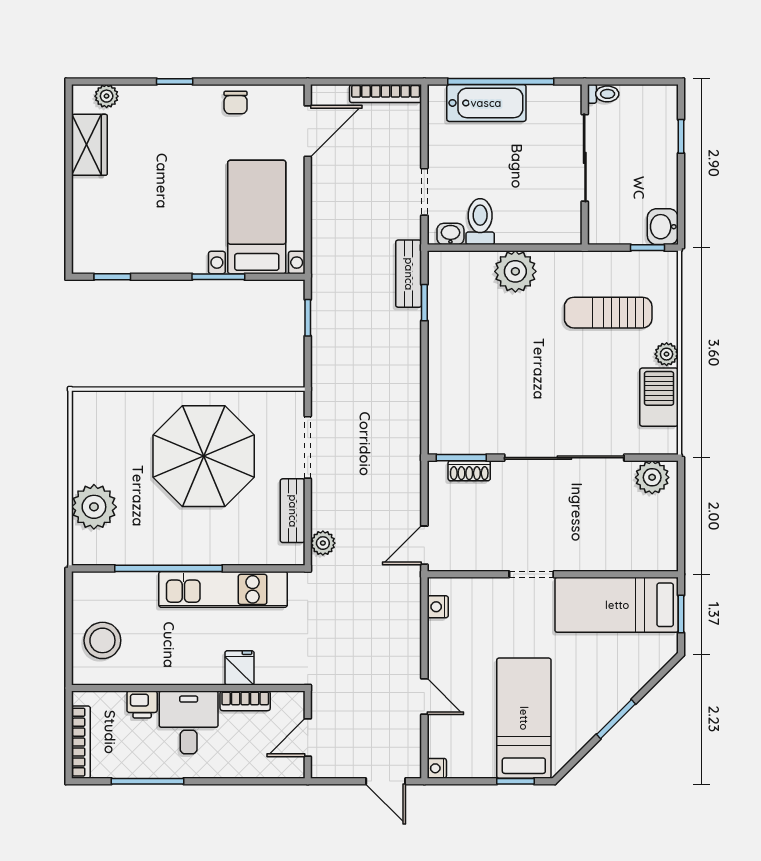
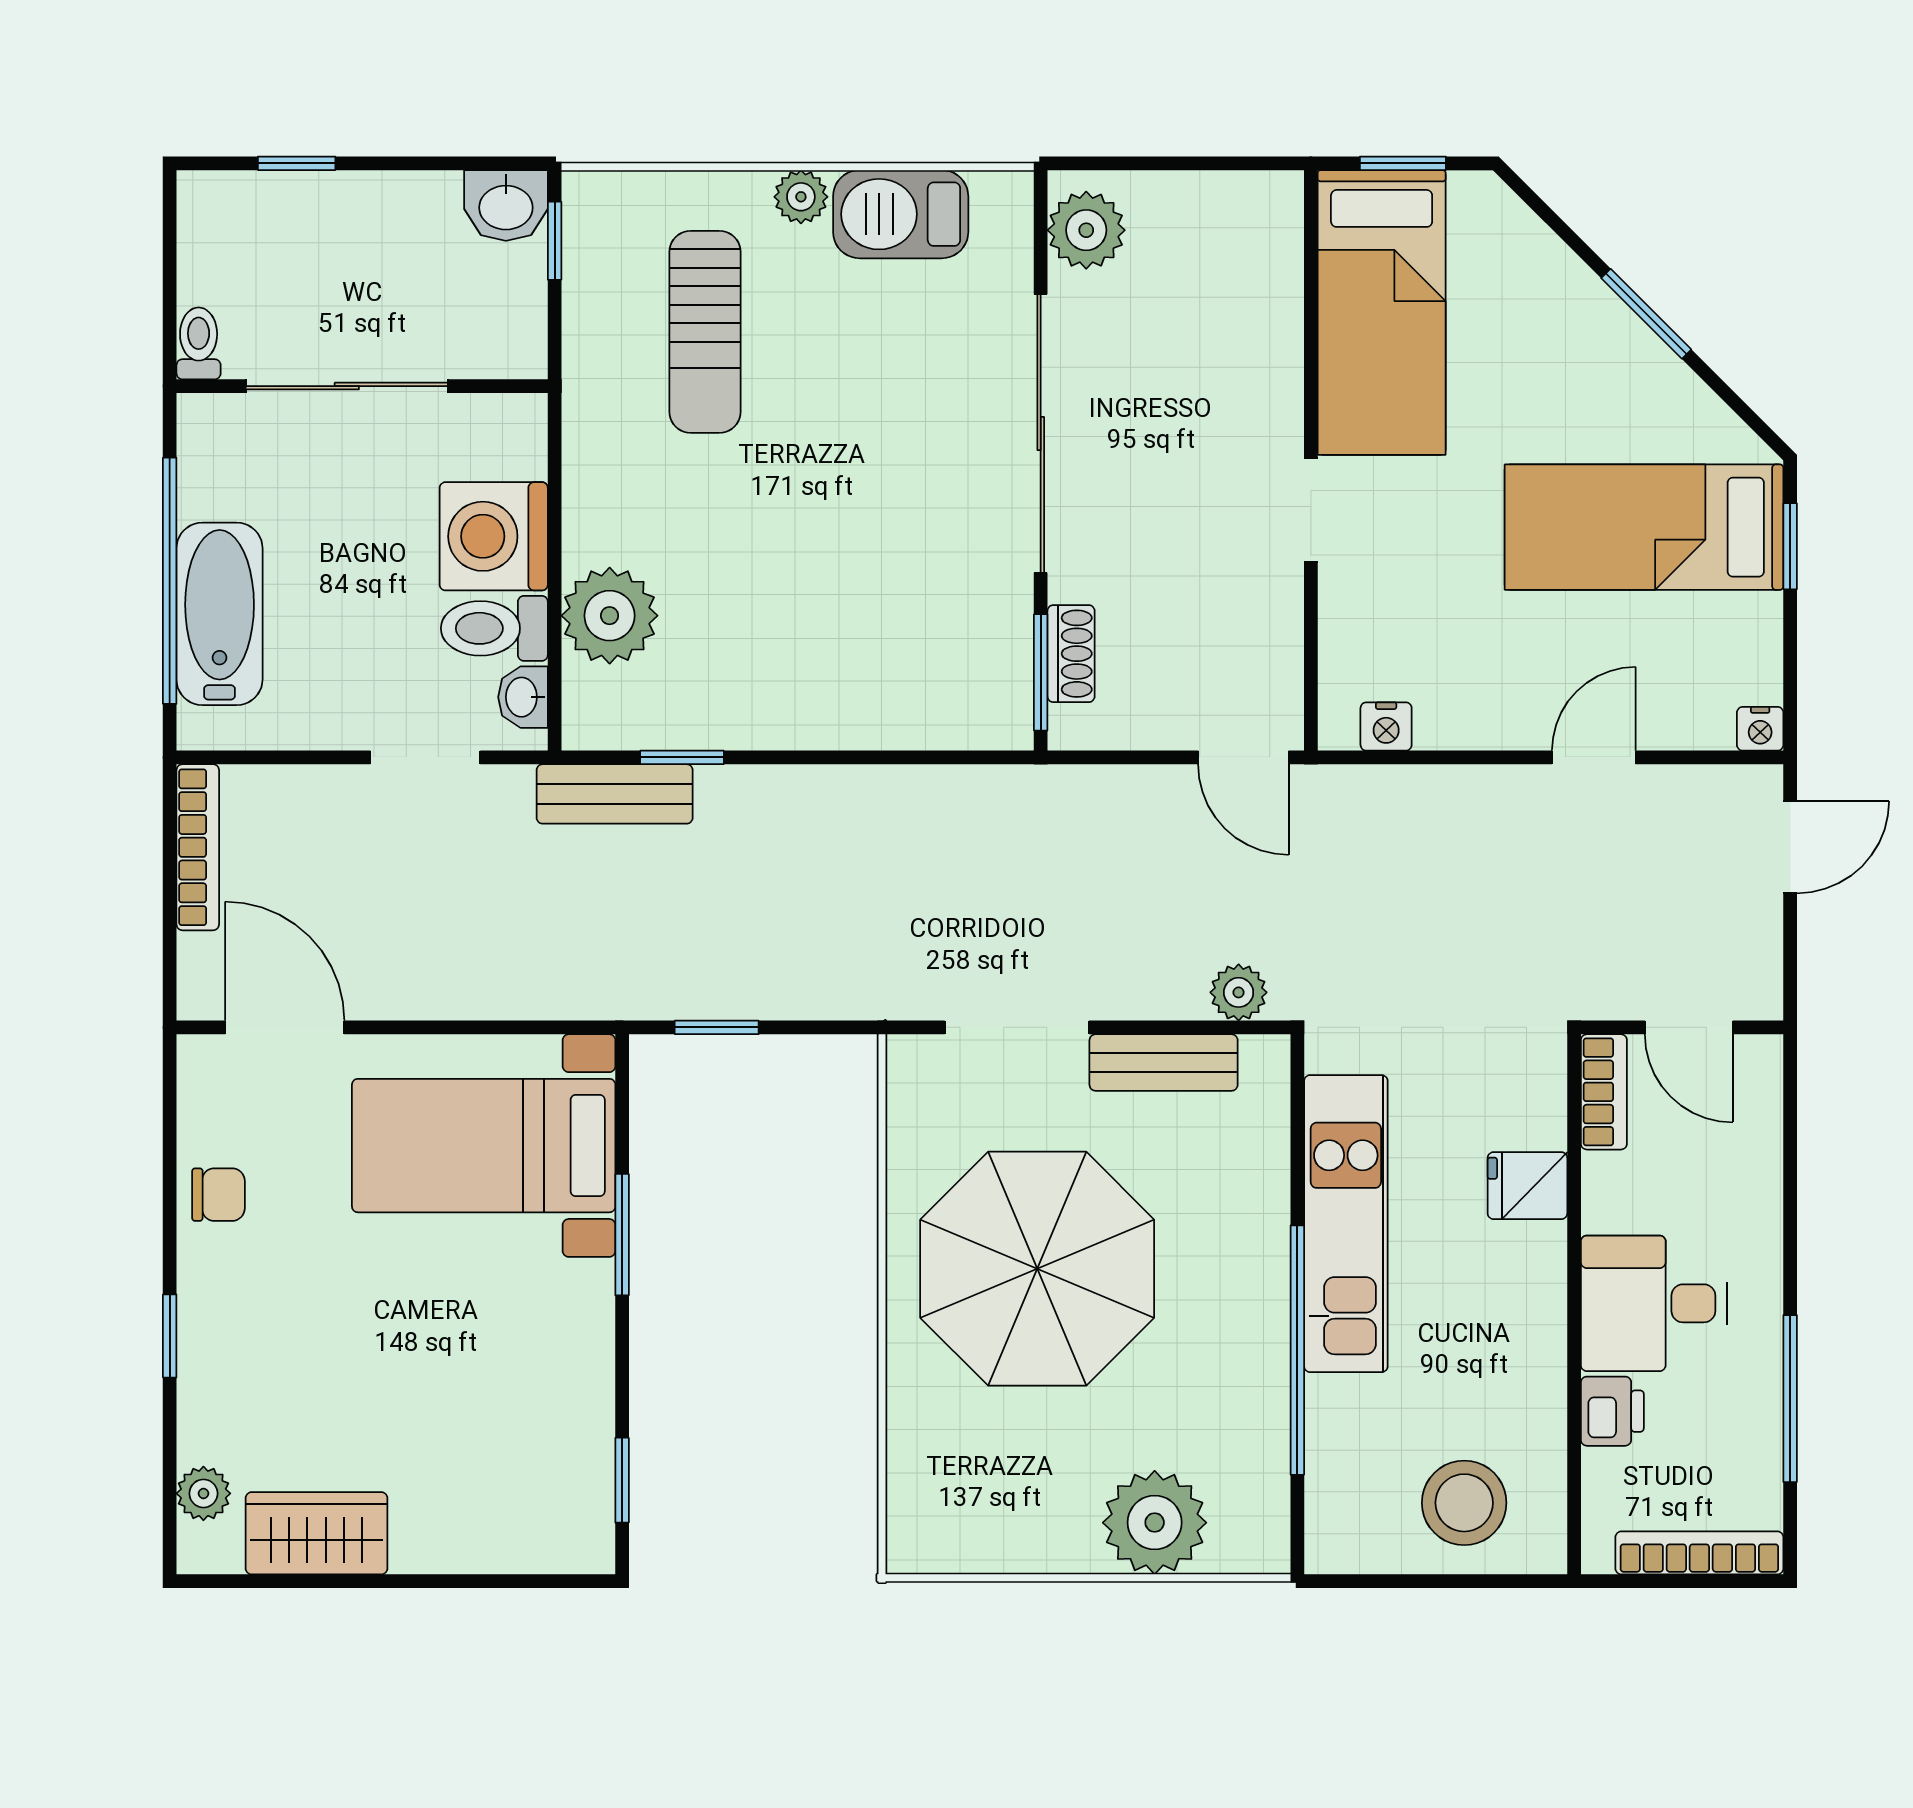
washing machine: (520, 221) -> (494, 536), added
plant: (515, 271) -> (610, 616), moved
bookcase: (245, 701) -> (1604, 1092), moved

